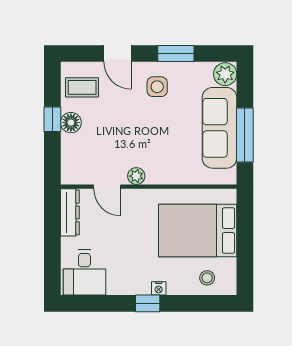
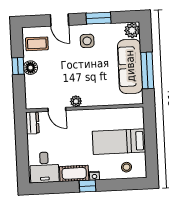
dresser: (70, 212) -> (32, 123), width x0.70
bed: (198, 231) -> (119, 142), width x0.67
cot: (129, 284) -> (74, 173), added

